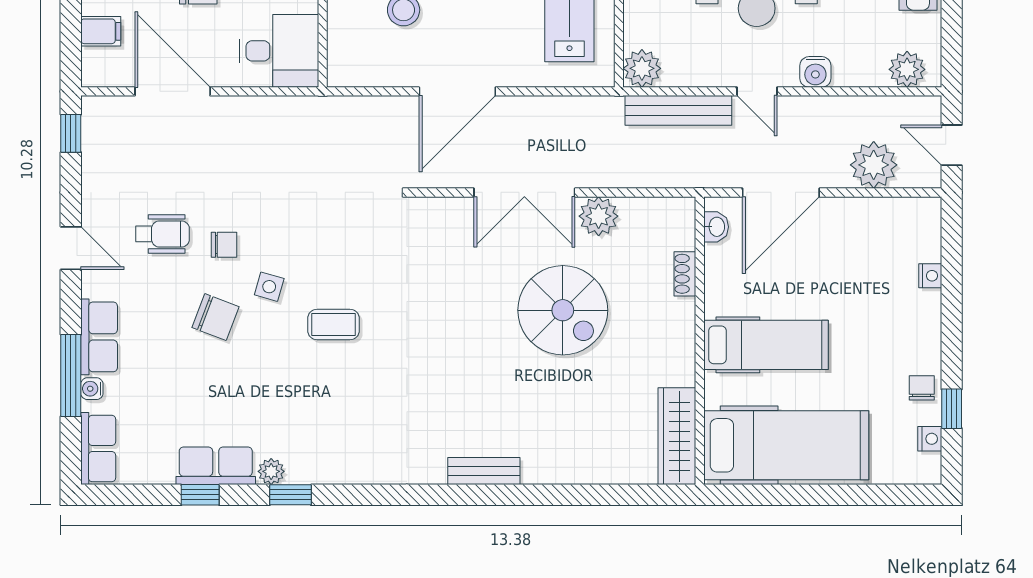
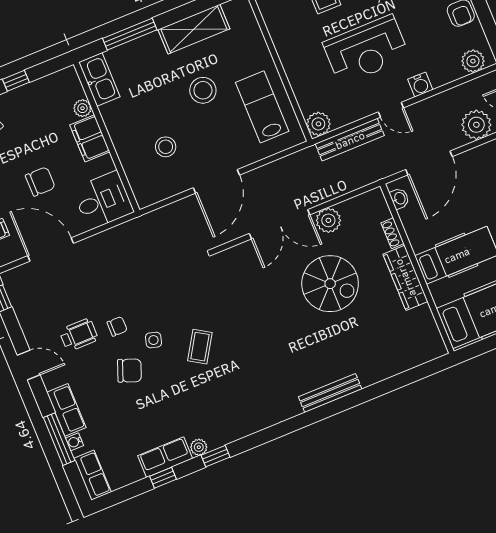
coffee table: (333, 324) -> (200, 347), turned -58
wardrobe: (677, 436) -> (405, 278), moved
bench: (484, 471) -> (330, 393), width x1.36

